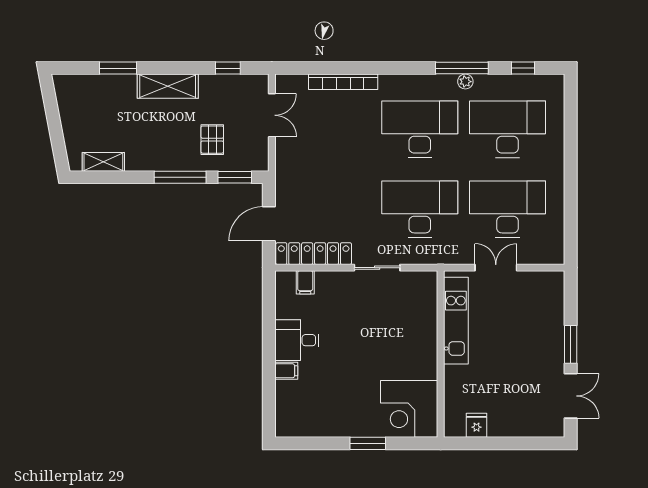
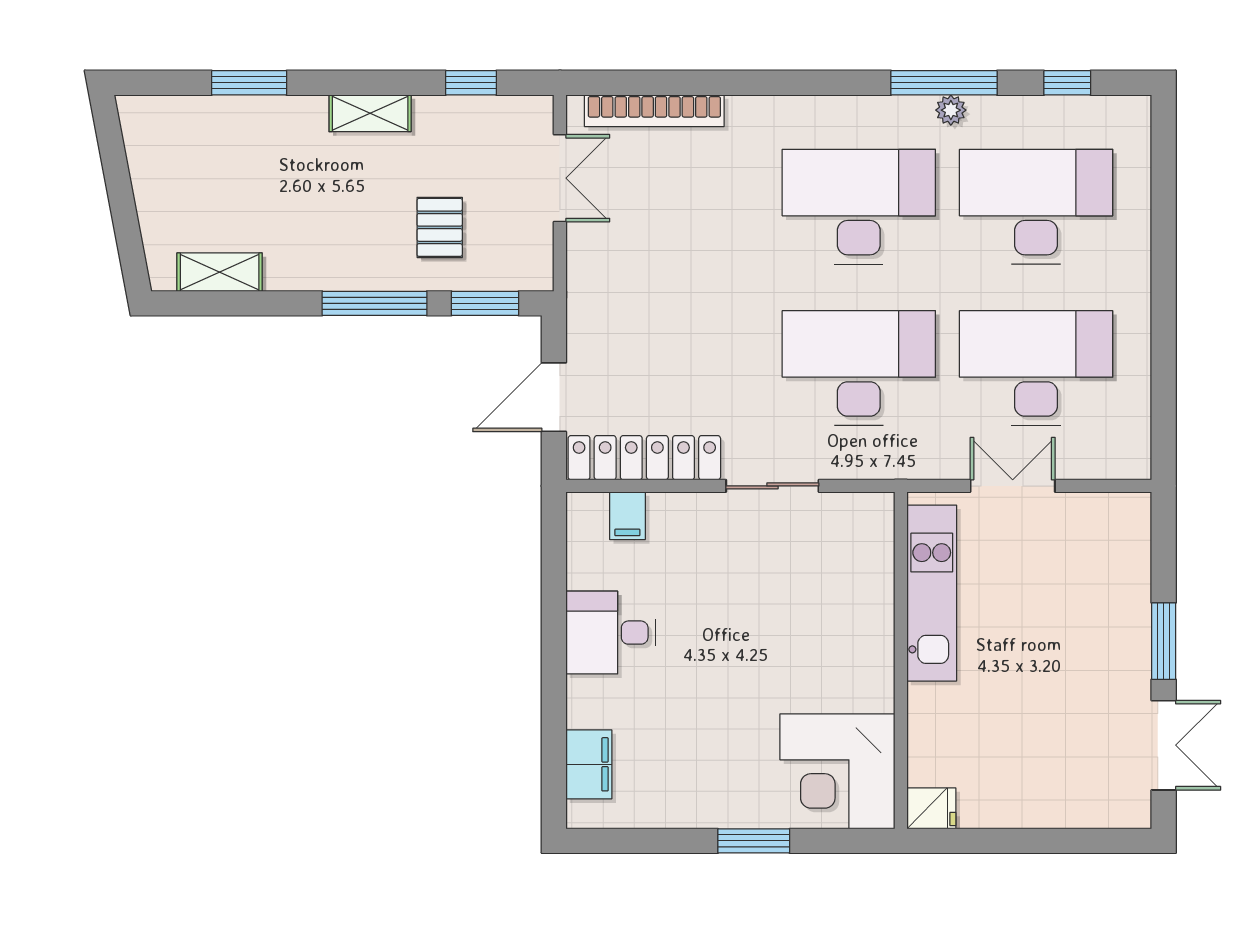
bookcase: (343, 82) -> (654, 111), moved
shelving: (168, 86) -> (370, 113), width x0.67, depth x0.75
filing cabinet: (286, 371) -> (589, 764), moved, width x2.00
fridge: (477, 425) -> (931, 808), moved, turned 90

